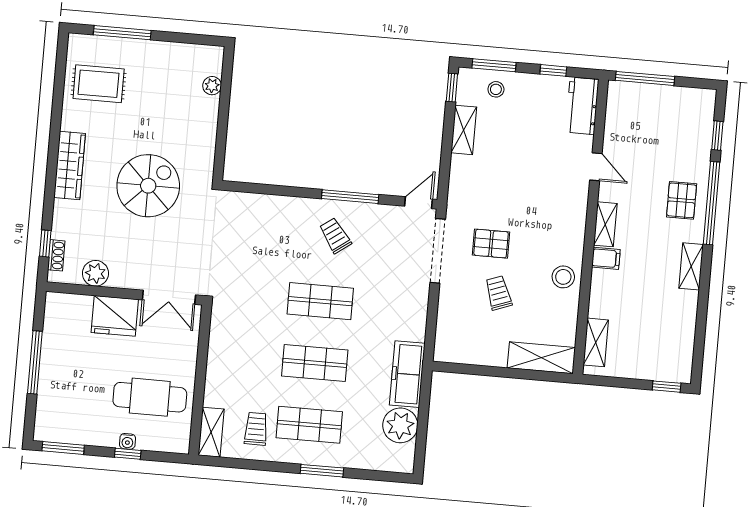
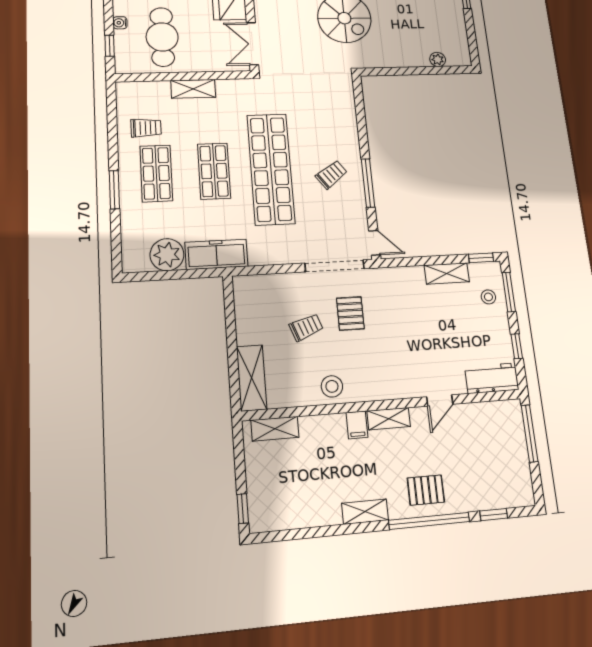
shop shelf: (320, 301) -> (271, 169), width x2.00, depth x1.36
shelving: (211, 432) -> (193, 89), moved
window: (128, 454) -> (110, 46), moved

